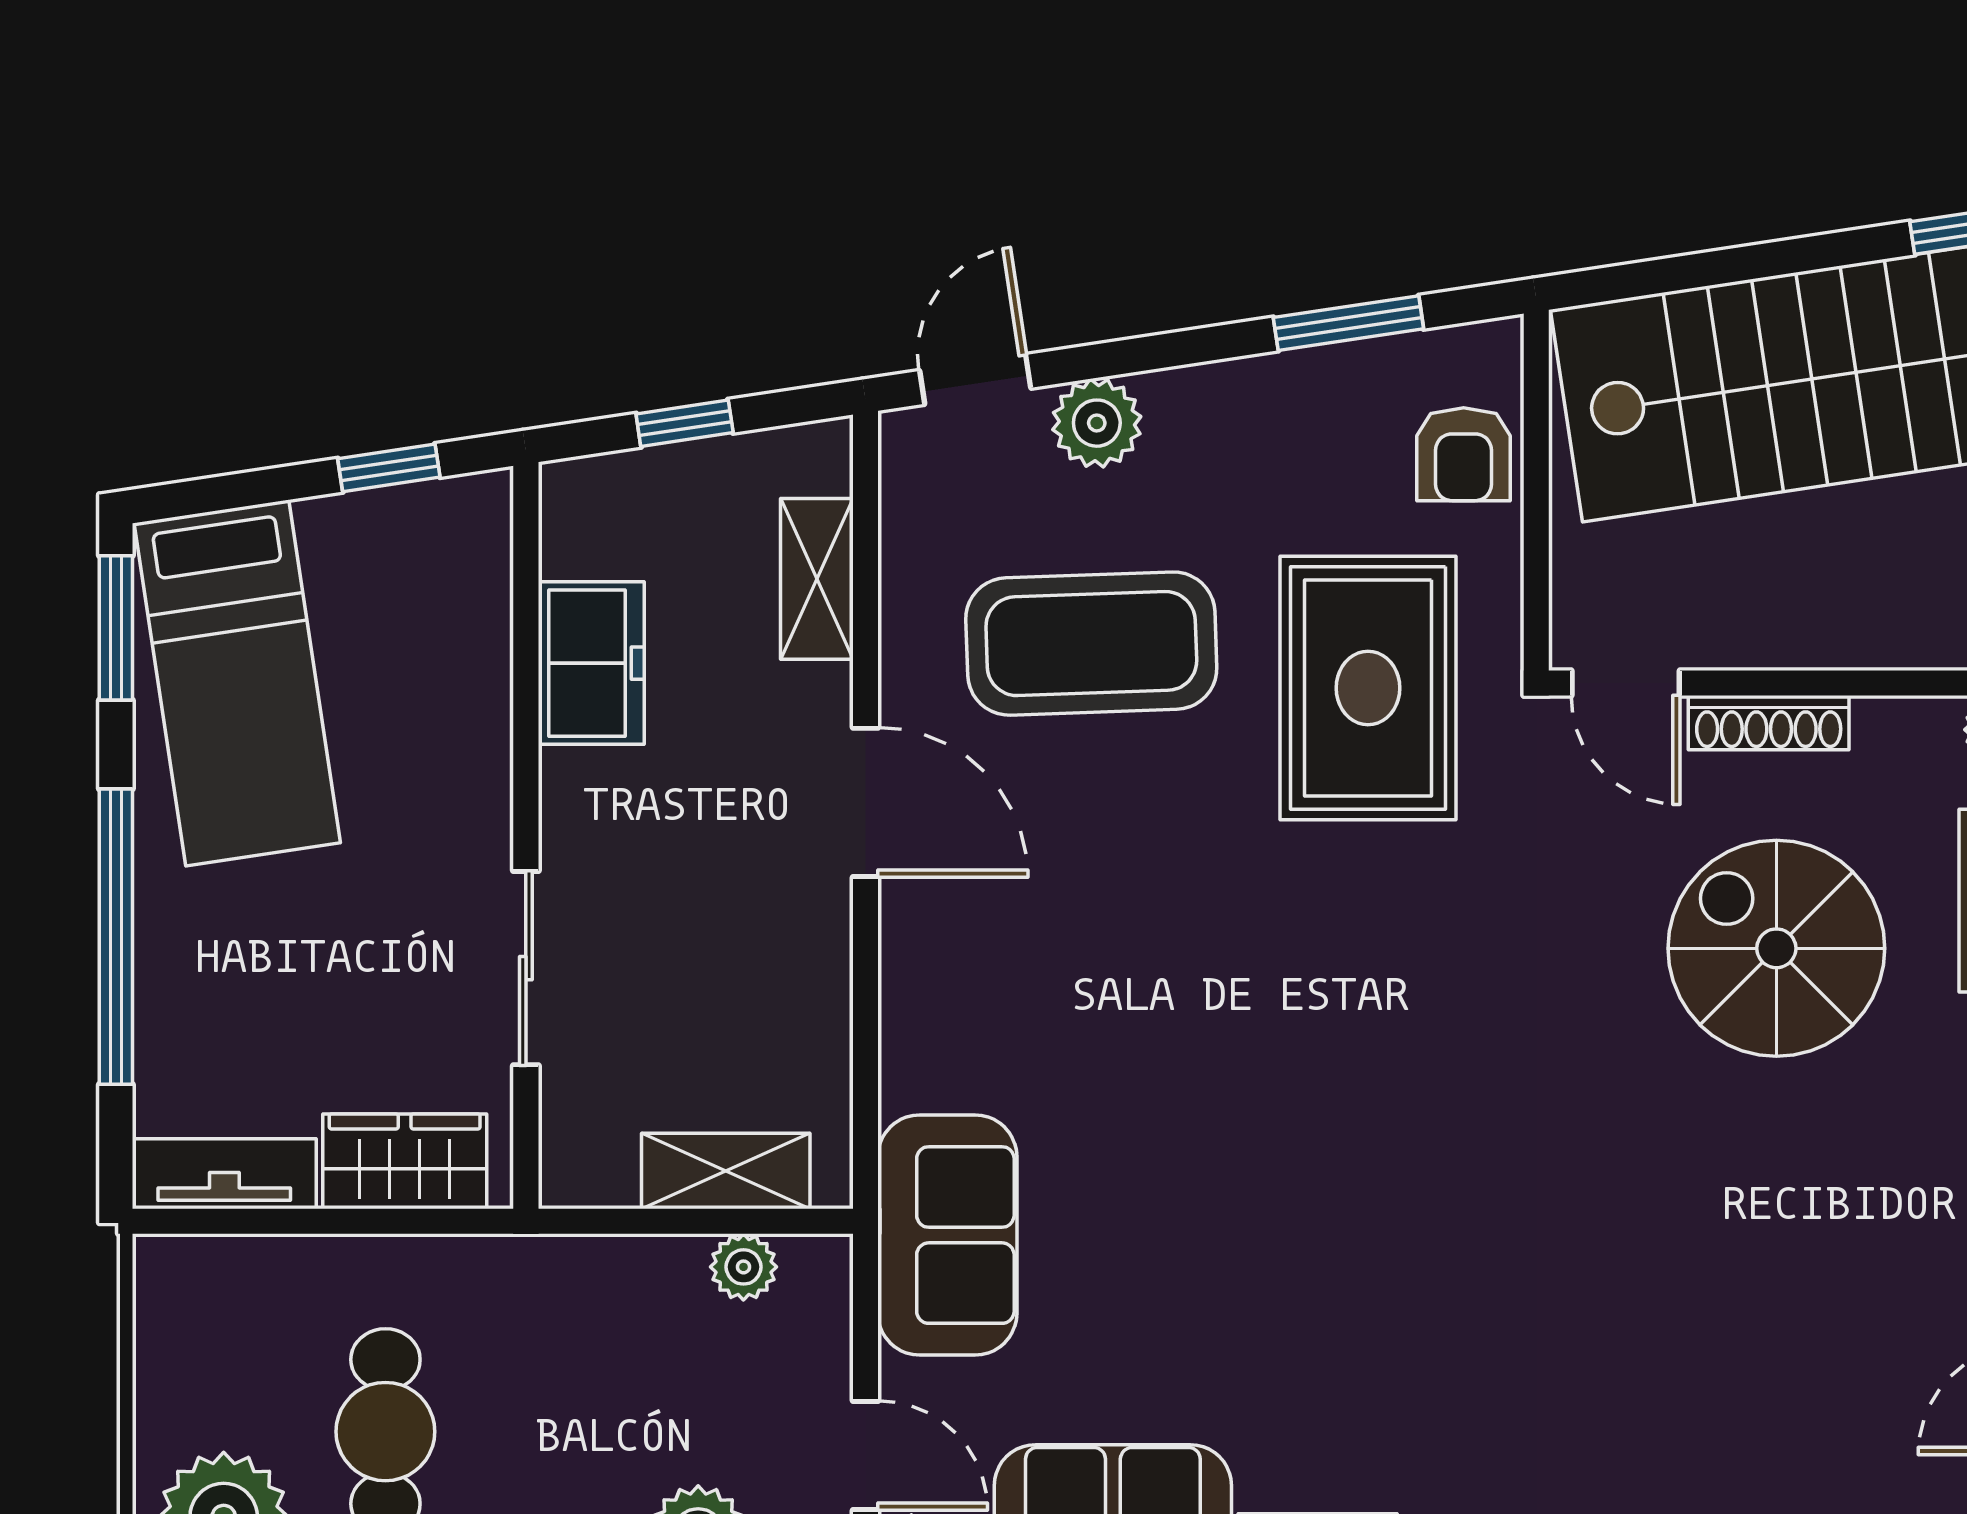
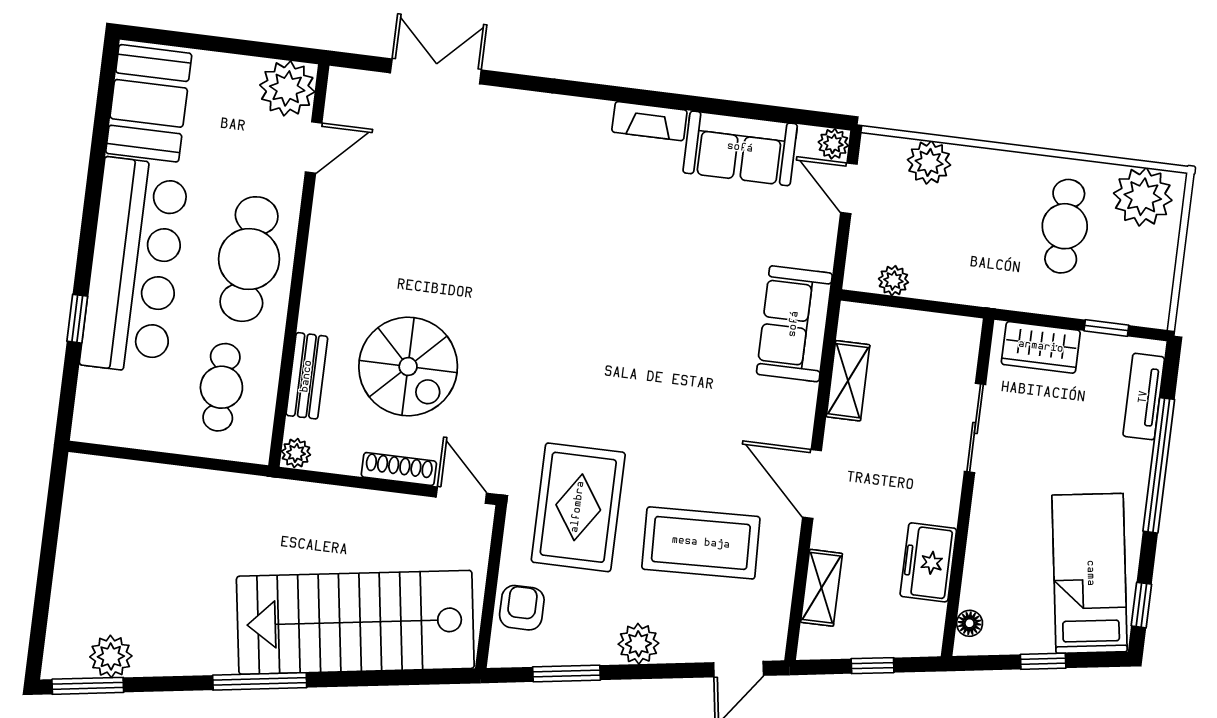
plant: (1097, 423) -> (638, 644), moved
window: (389, 468) -> (1043, 661), moved
floor lamp: (485, 542) -> (970, 623), added
window: (116, 628) -> (1141, 605), width x0.67
shelving: (726, 1171) -> (848, 381), moved, turned 90
tv unit: (224, 1174) -> (1144, 397), moved, turned 90
window: (267, 1221) -> (1106, 328), added
sofa: (947, 1235) -> (794, 324), moved

